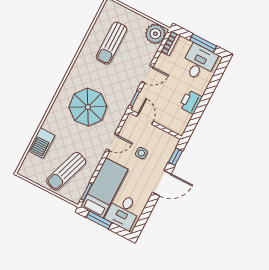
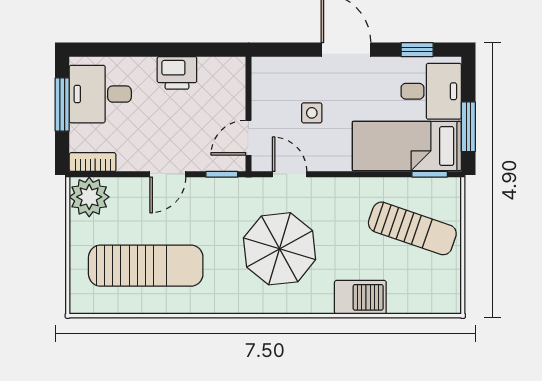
sun lounger: (111, 43) -> (146, 266), width x1.36, depth x1.34
door: (147, 74) -> (168, 174), swing flipped
door: (112, 142) -> (290, 174), moved
barbecue: (42, 143) -> (360, 297), moved
window: (176, 157) -> (417, 50), moved

